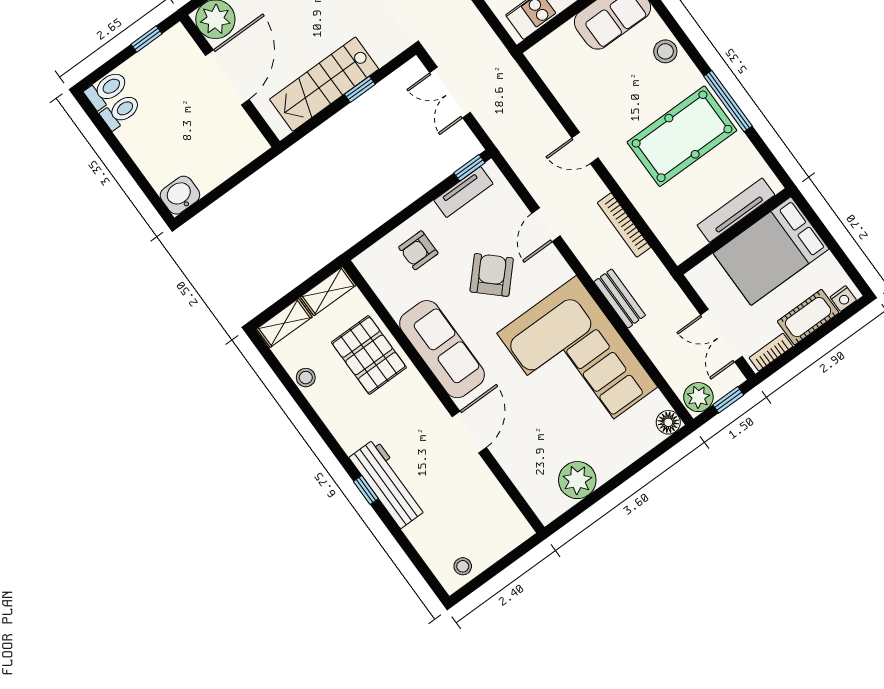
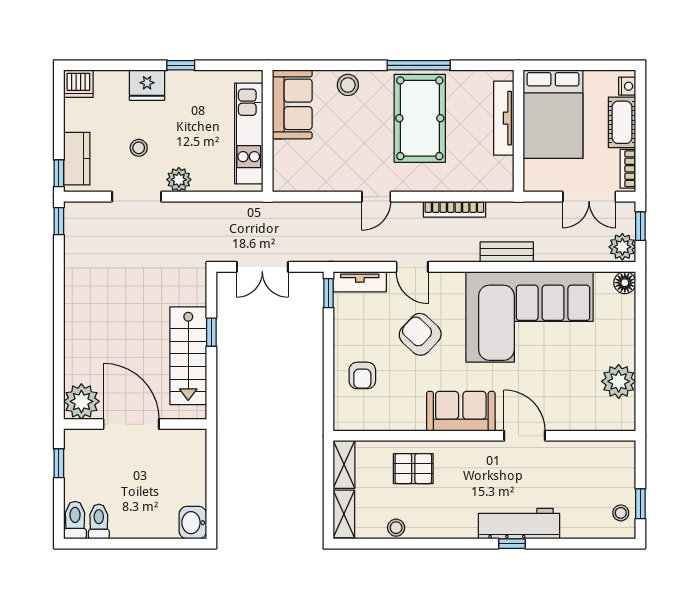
tv unit: (463, 192) -> (360, 282), moved, turned 90
sofa: (442, 349) -> (461, 411), width x0.73
pallet: (369, 355) -> (413, 469), width x0.67, depth x0.71
window: (483, 578) -> (640, 504), added

